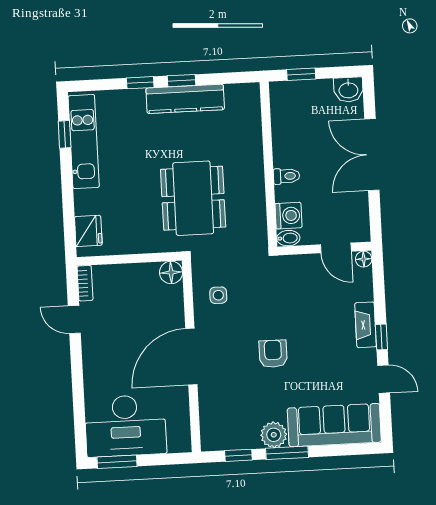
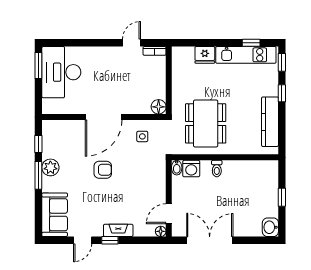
window: (181, 81) -> (282, 62), moved
double door: (372, 155) -> (210, 240), moved
wall: (268, 164) -> (225, 157), moved
toilet: (286, 176) -> (217, 169), moved
dining table: (193, 198) -> (206, 123), turned 90
washing machine: (288, 216) -> (191, 169), moved
fridge: (88, 231) -> (205, 55), moved
bidet: (288, 238) -> (177, 168), moved
door: (191, 357) -> (104, 117), swing flipped
sofa: (334, 425) -> (55, 215), width x0.73

